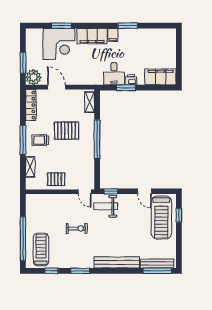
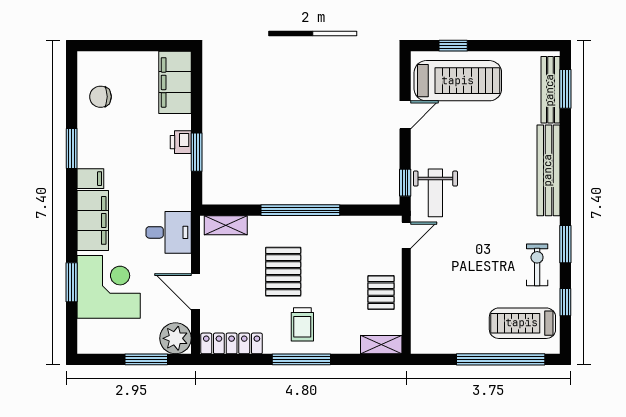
chair: (153, 40) -> (101, 97), added
desk: (114, 74) -> (169, 232), moved
door: (57, 87) -> (196, 292), hinge flipped
shelving: (30, 167) -> (381, 345), moved
exercise bike: (77, 228) -> (537, 265), moved
window: (157, 271) -> (565, 89), width x0.69

